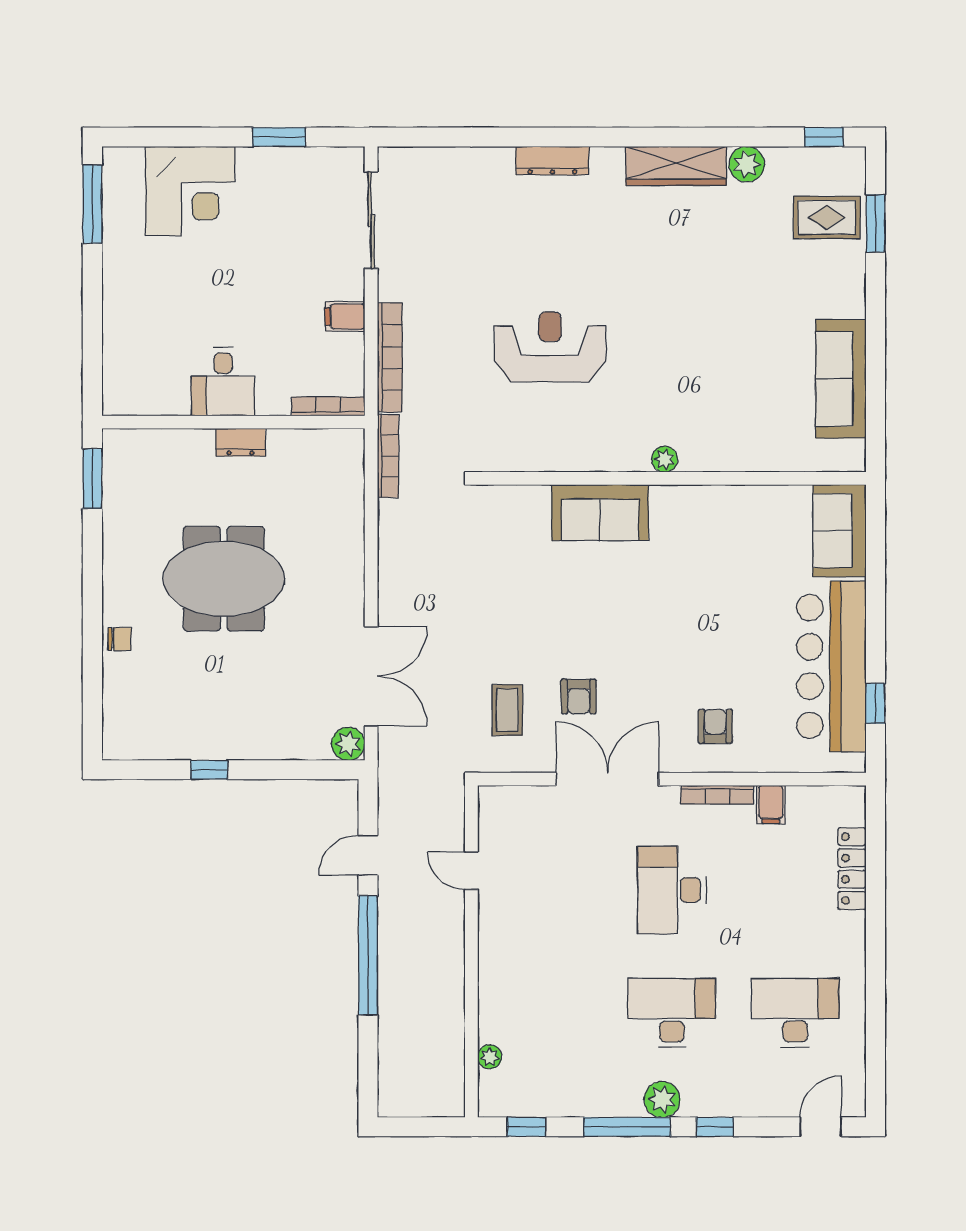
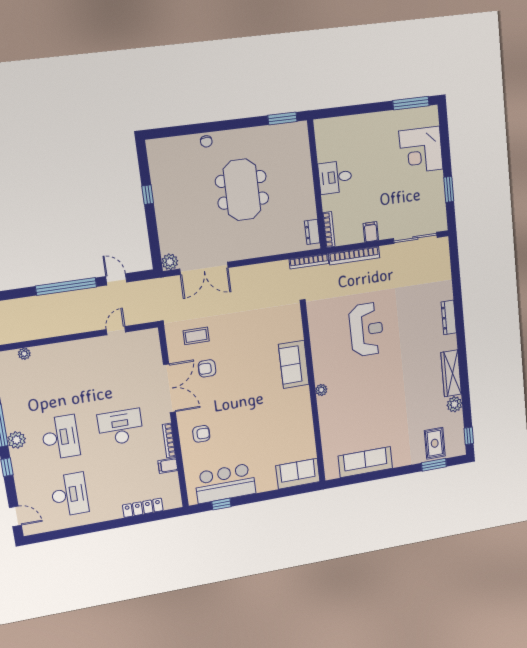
dresser: (240, 442) -> (312, 232), moved
bar counter: (831, 667) -> (225, 483), width x0.73

